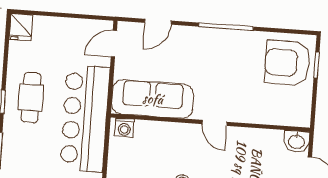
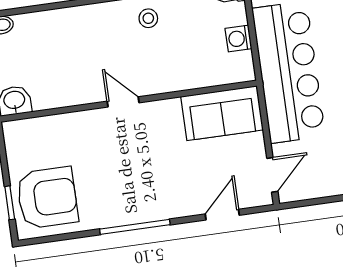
sofa: (153, 99) -> (222, 113), width x0.73
washing machine: (124, 128) -> (238, 39), moved, turned -90

